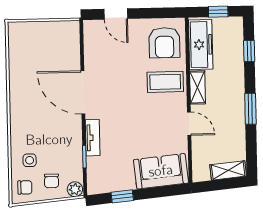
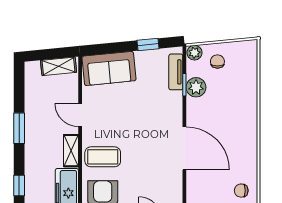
tv unit: (93, 138) -> (176, 72), moved
plant: (73, 154) -> (196, 87), added
side table: (30, 160) -> (239, 82), removed
shelving: (228, 170) -> (59, 66), moved
chair: (25, 187) -> (241, 191), moved

